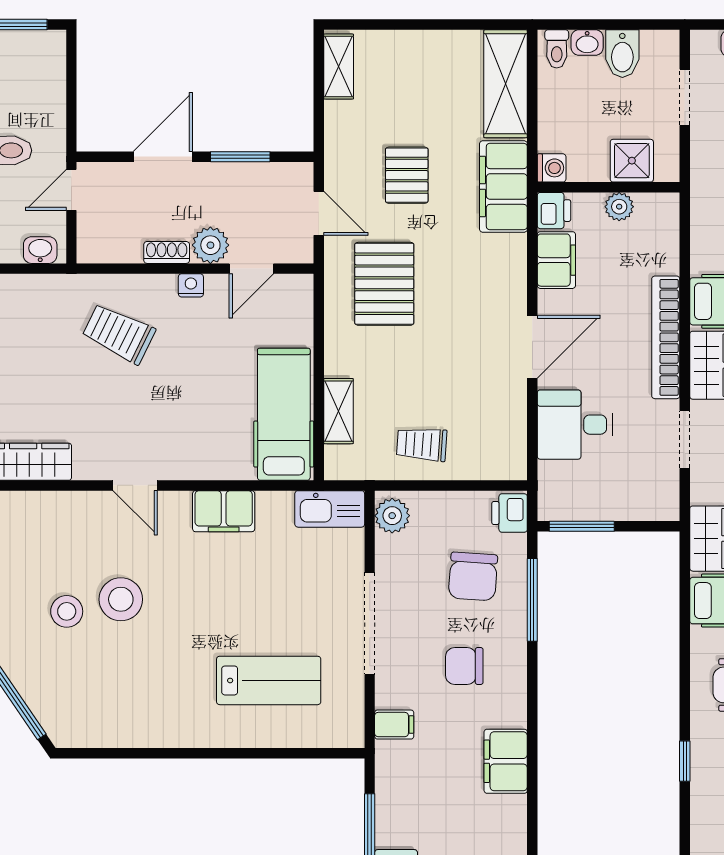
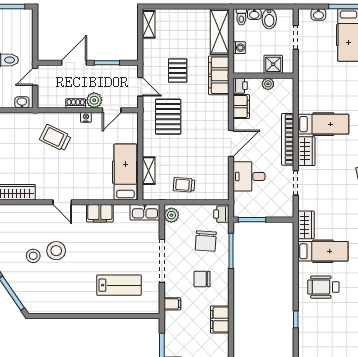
washing machine: (552, 168) -> (239, 48), moved

